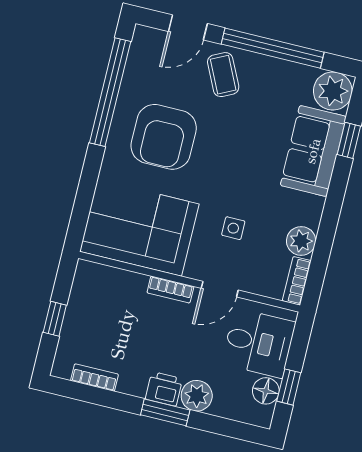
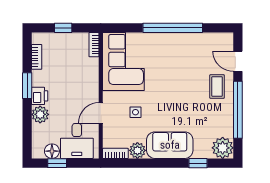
coffee table: (223, 75) -> (217, 87), turned -64
window: (110, 92) -> (173, 28), moved
armchair: (164, 137) -> (176, 63), removed
sofa: (313, 151) -> (170, 145), moved
door: (220, 289) -> (101, 113), hinge flipped
bookcase: (170, 290) -> (94, 45), moved
window: (165, 412) -> (27, 86), moved

